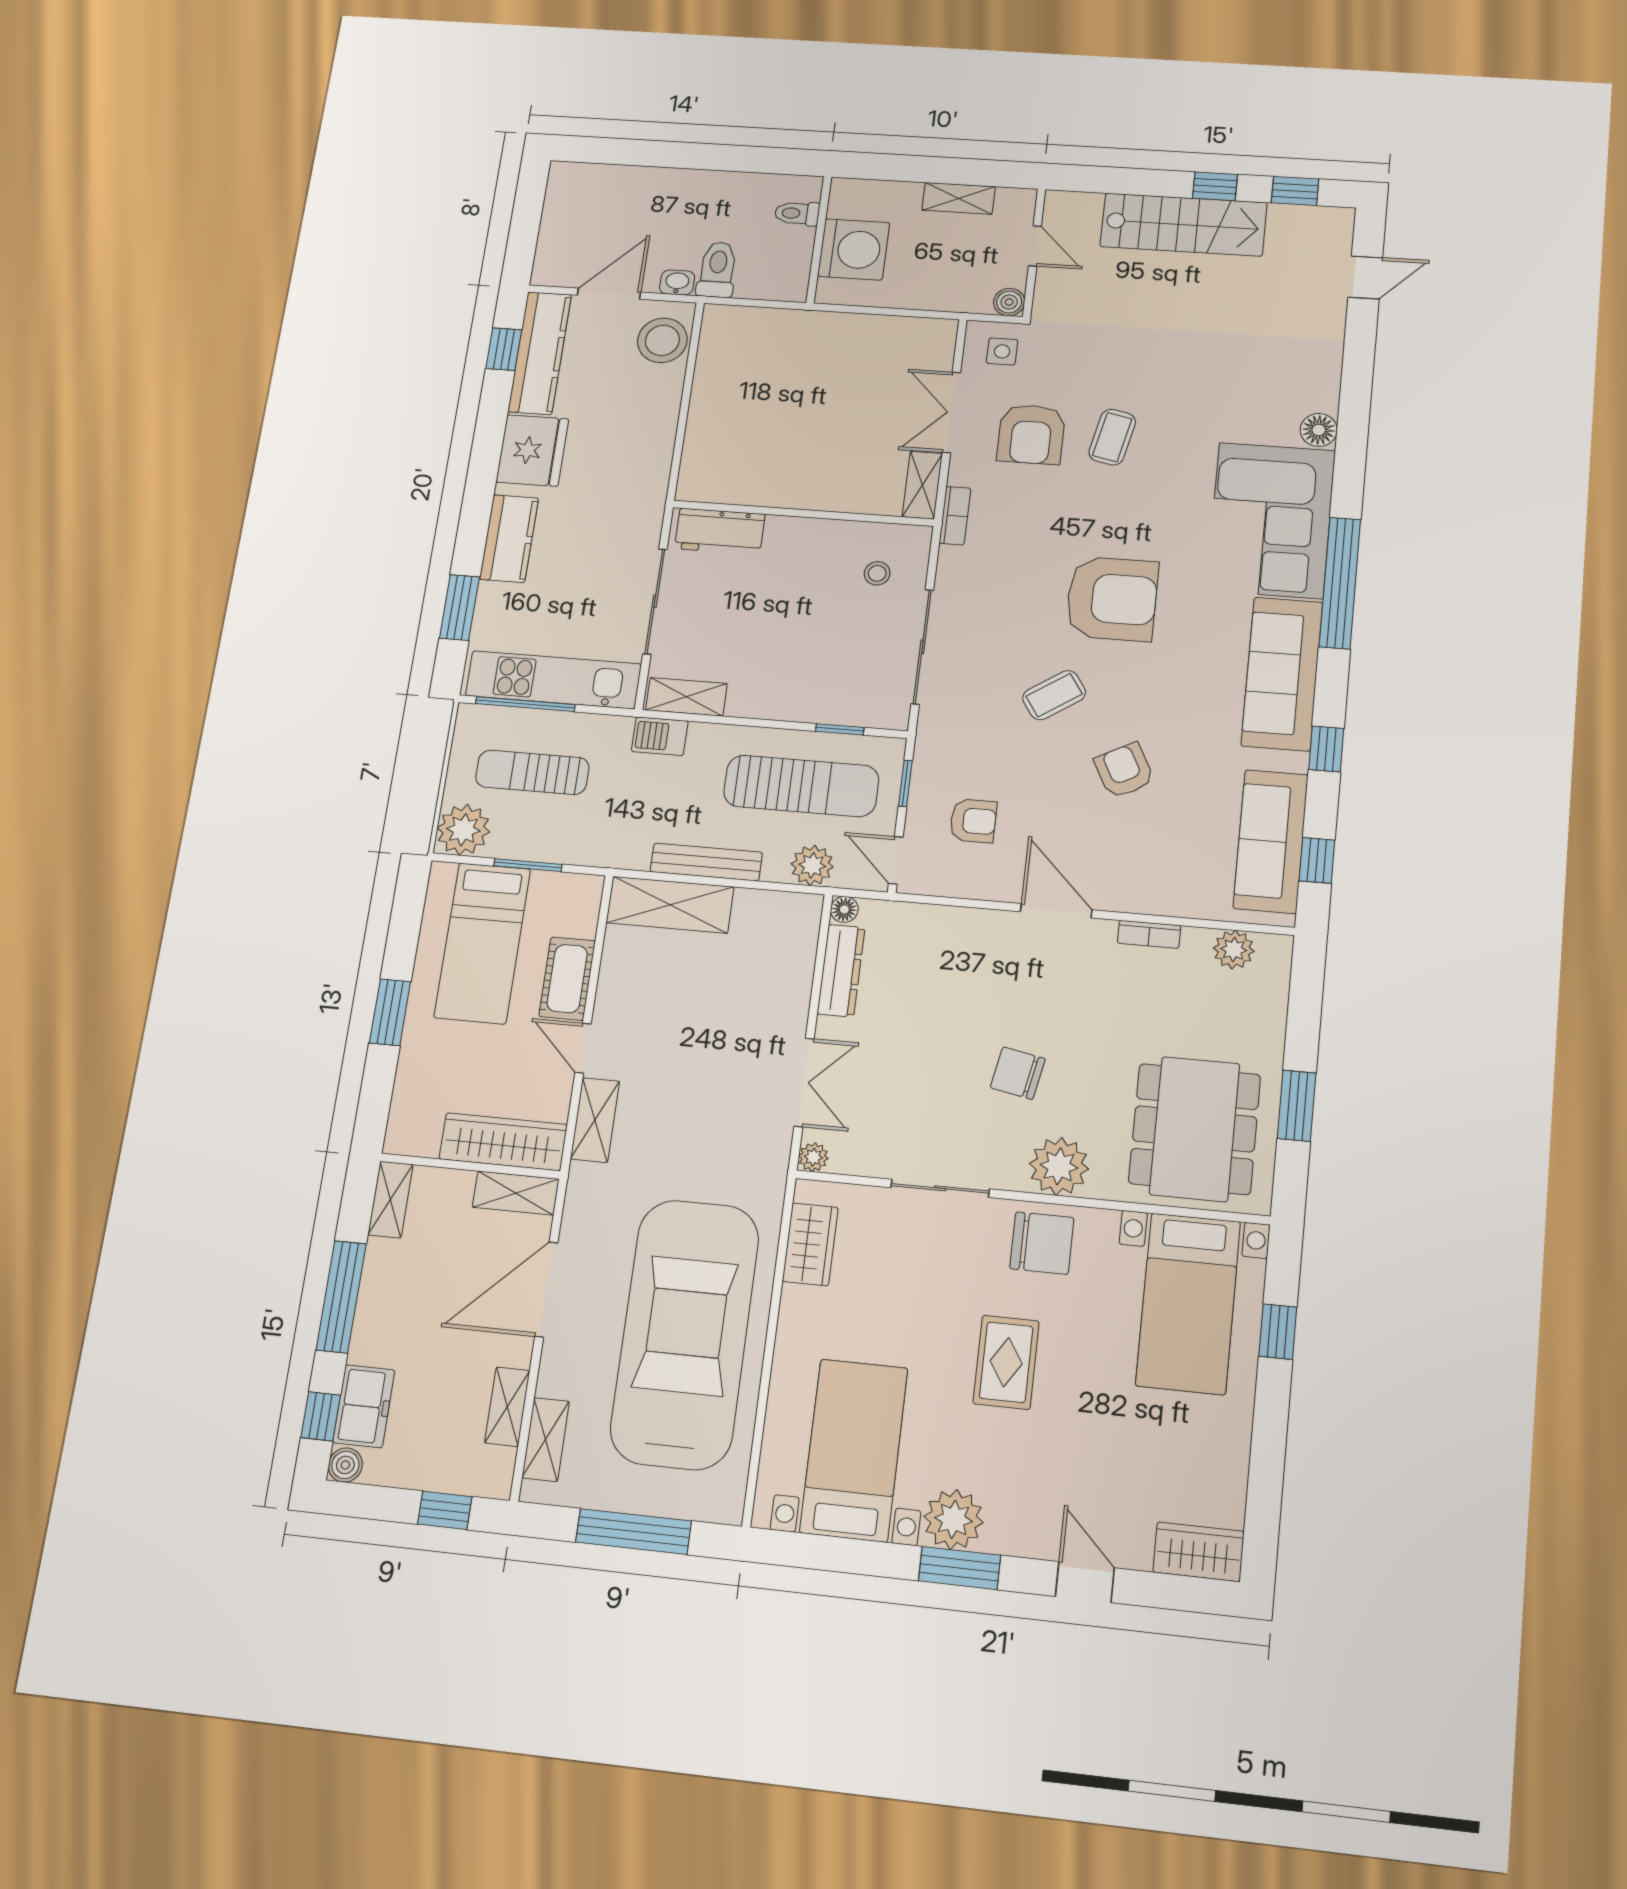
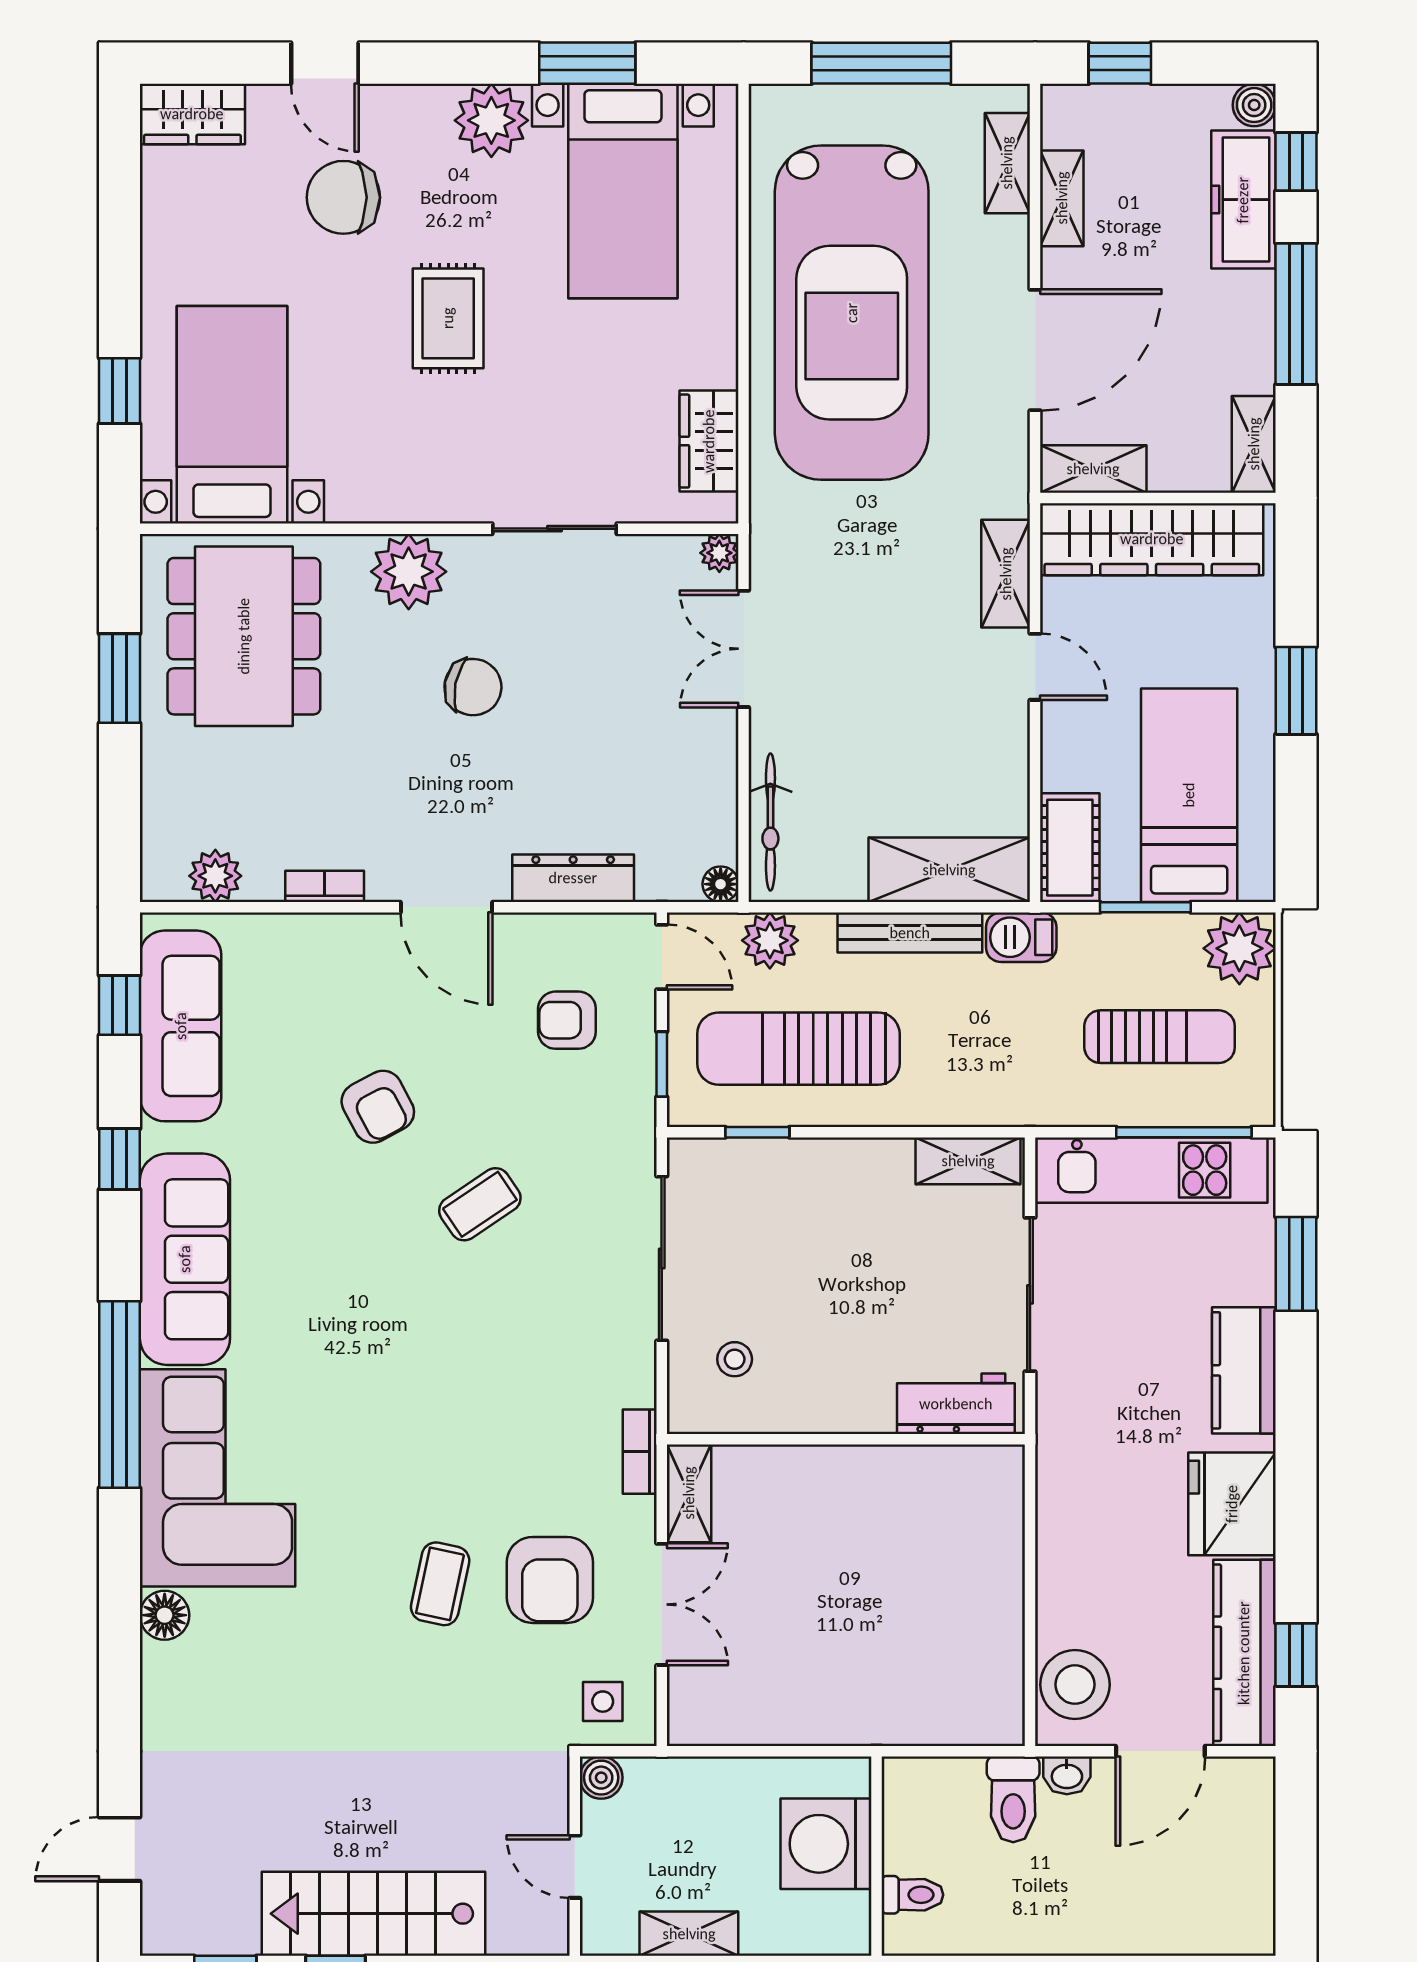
armchair: (1031, 434) -> (550, 1580), turned 180
armchair: (1112, 599) -> (417, 1348), removed
barbecue: (660, 736) -> (1021, 937), moved, turned 180
bicycle: (800, 952) -> (770, 822), added
dresser: (841, 971) -> (573, 878), moved, turned 90
cot: (567, 979) -> (1070, 848), moved
wardrobe: (503, 1142) -> (1152, 539), width x1.40, depth x1.17
chair: (1042, 1243) -> (343, 197), moved
freezer: (364, 1406) -> (1243, 200), width x1.40
window: (960, 1568) -> (587, 63), moved

